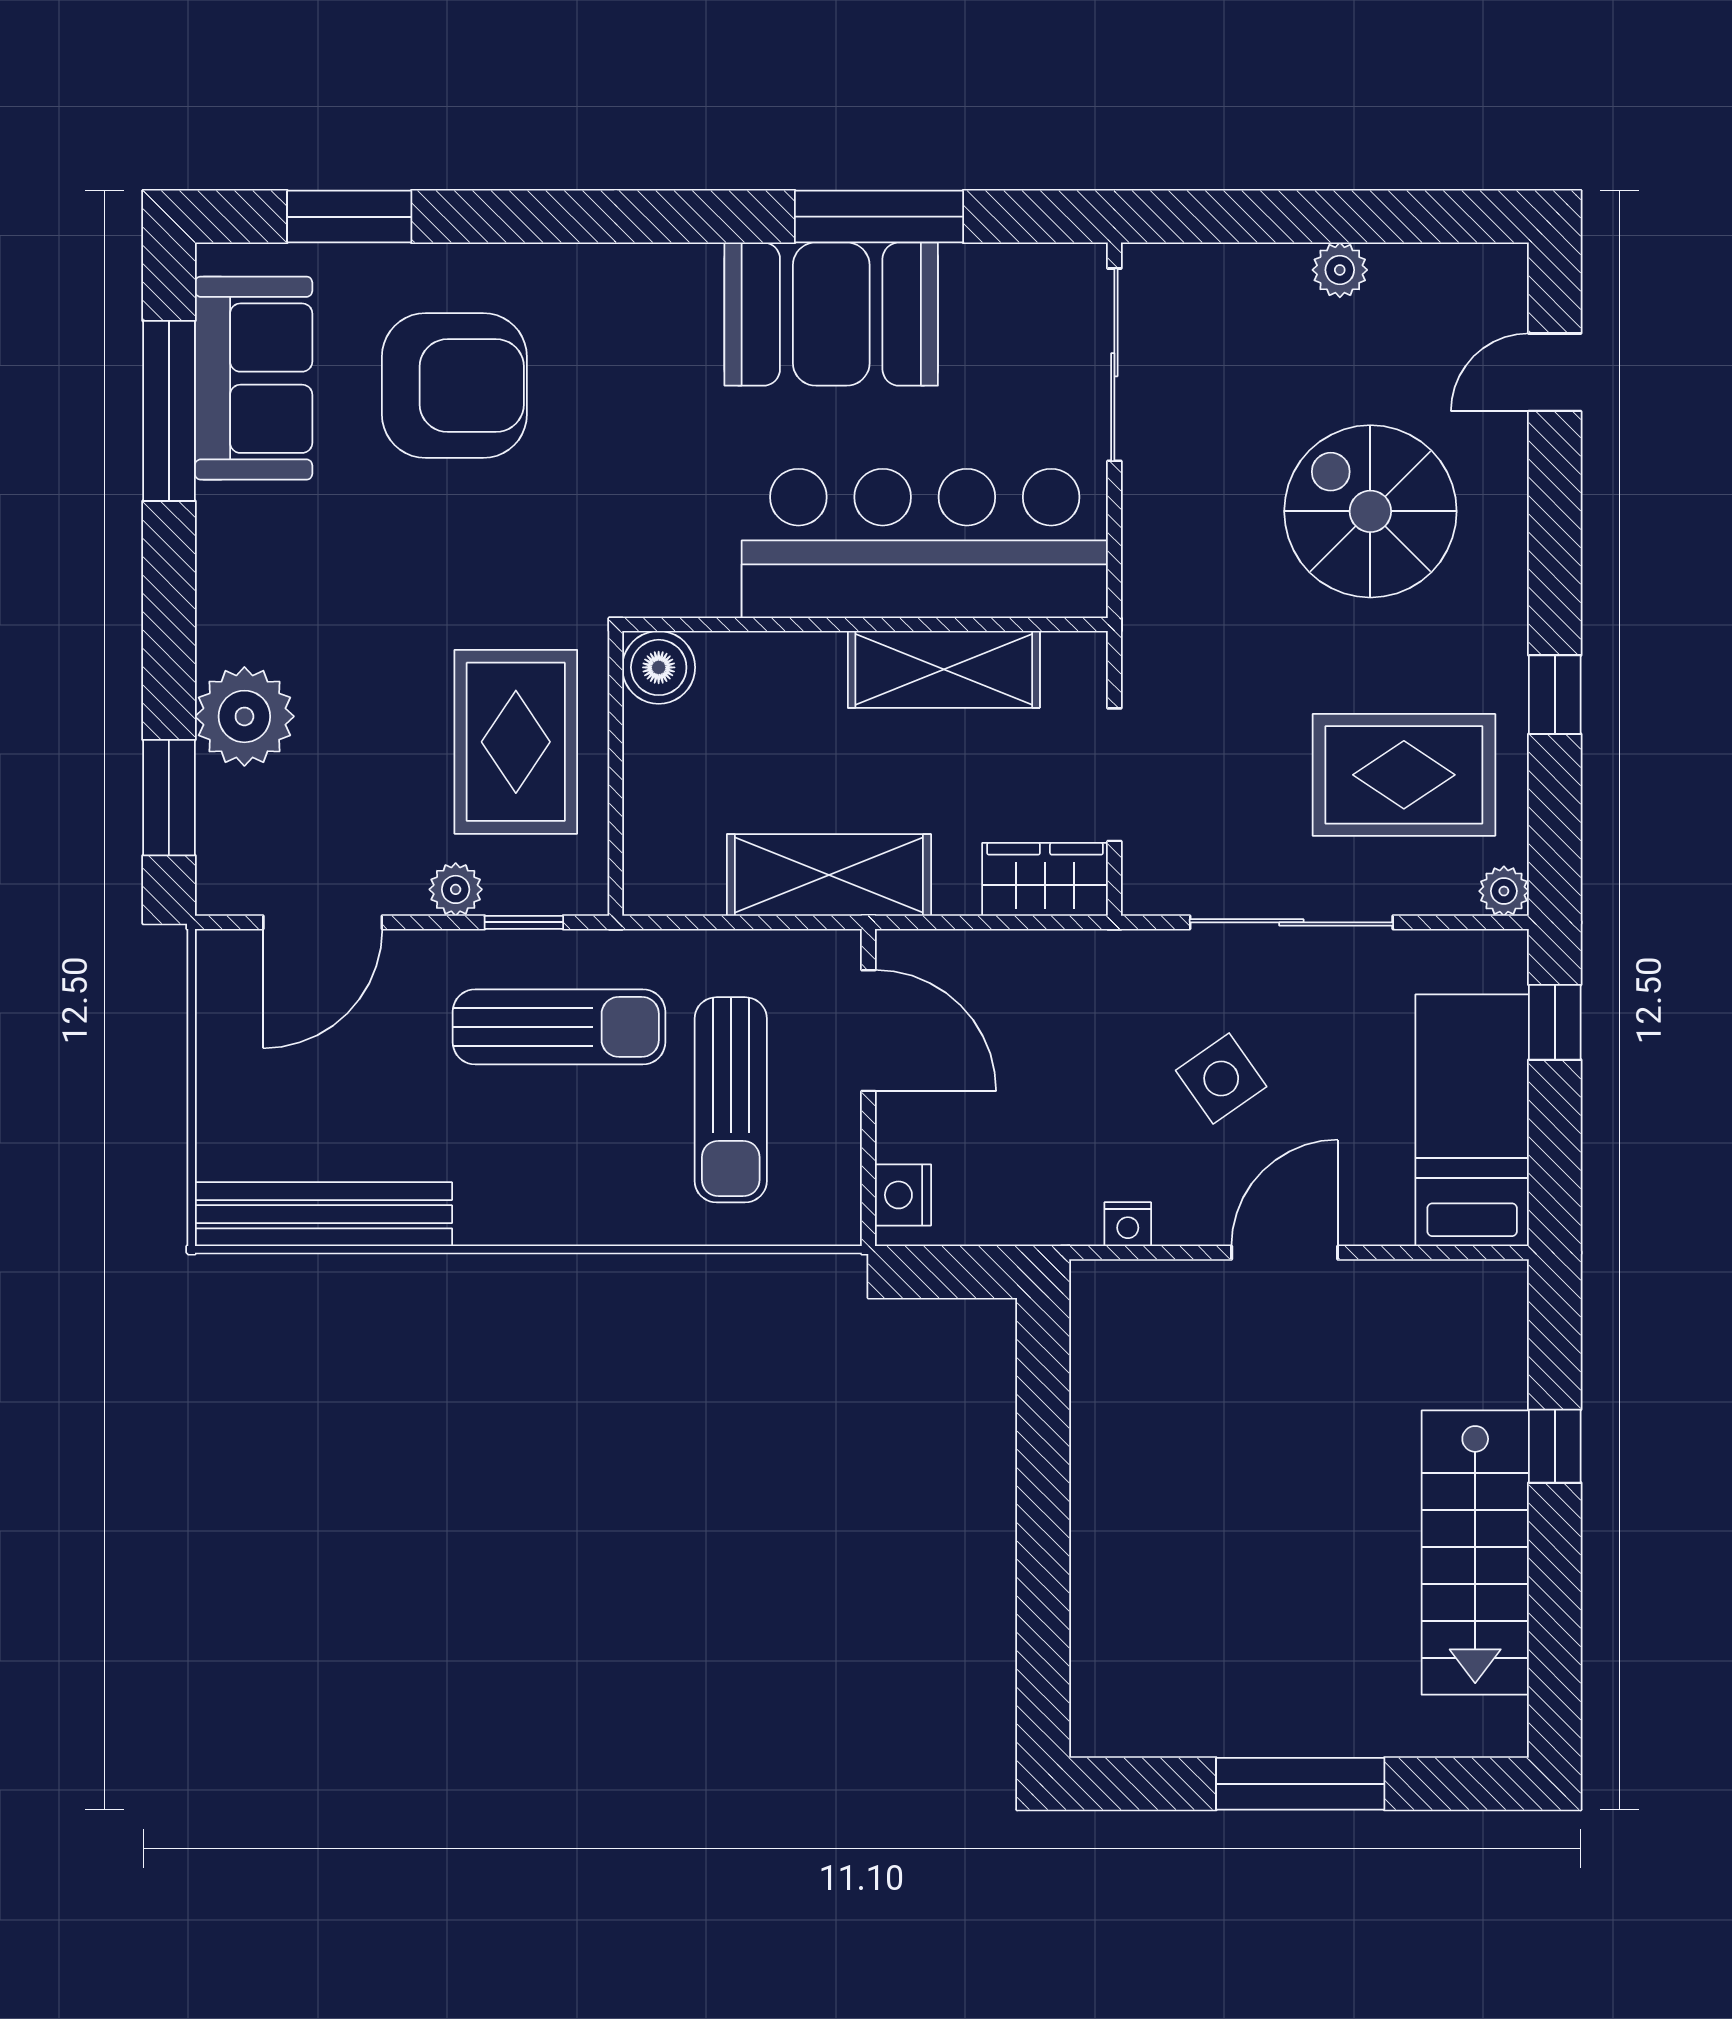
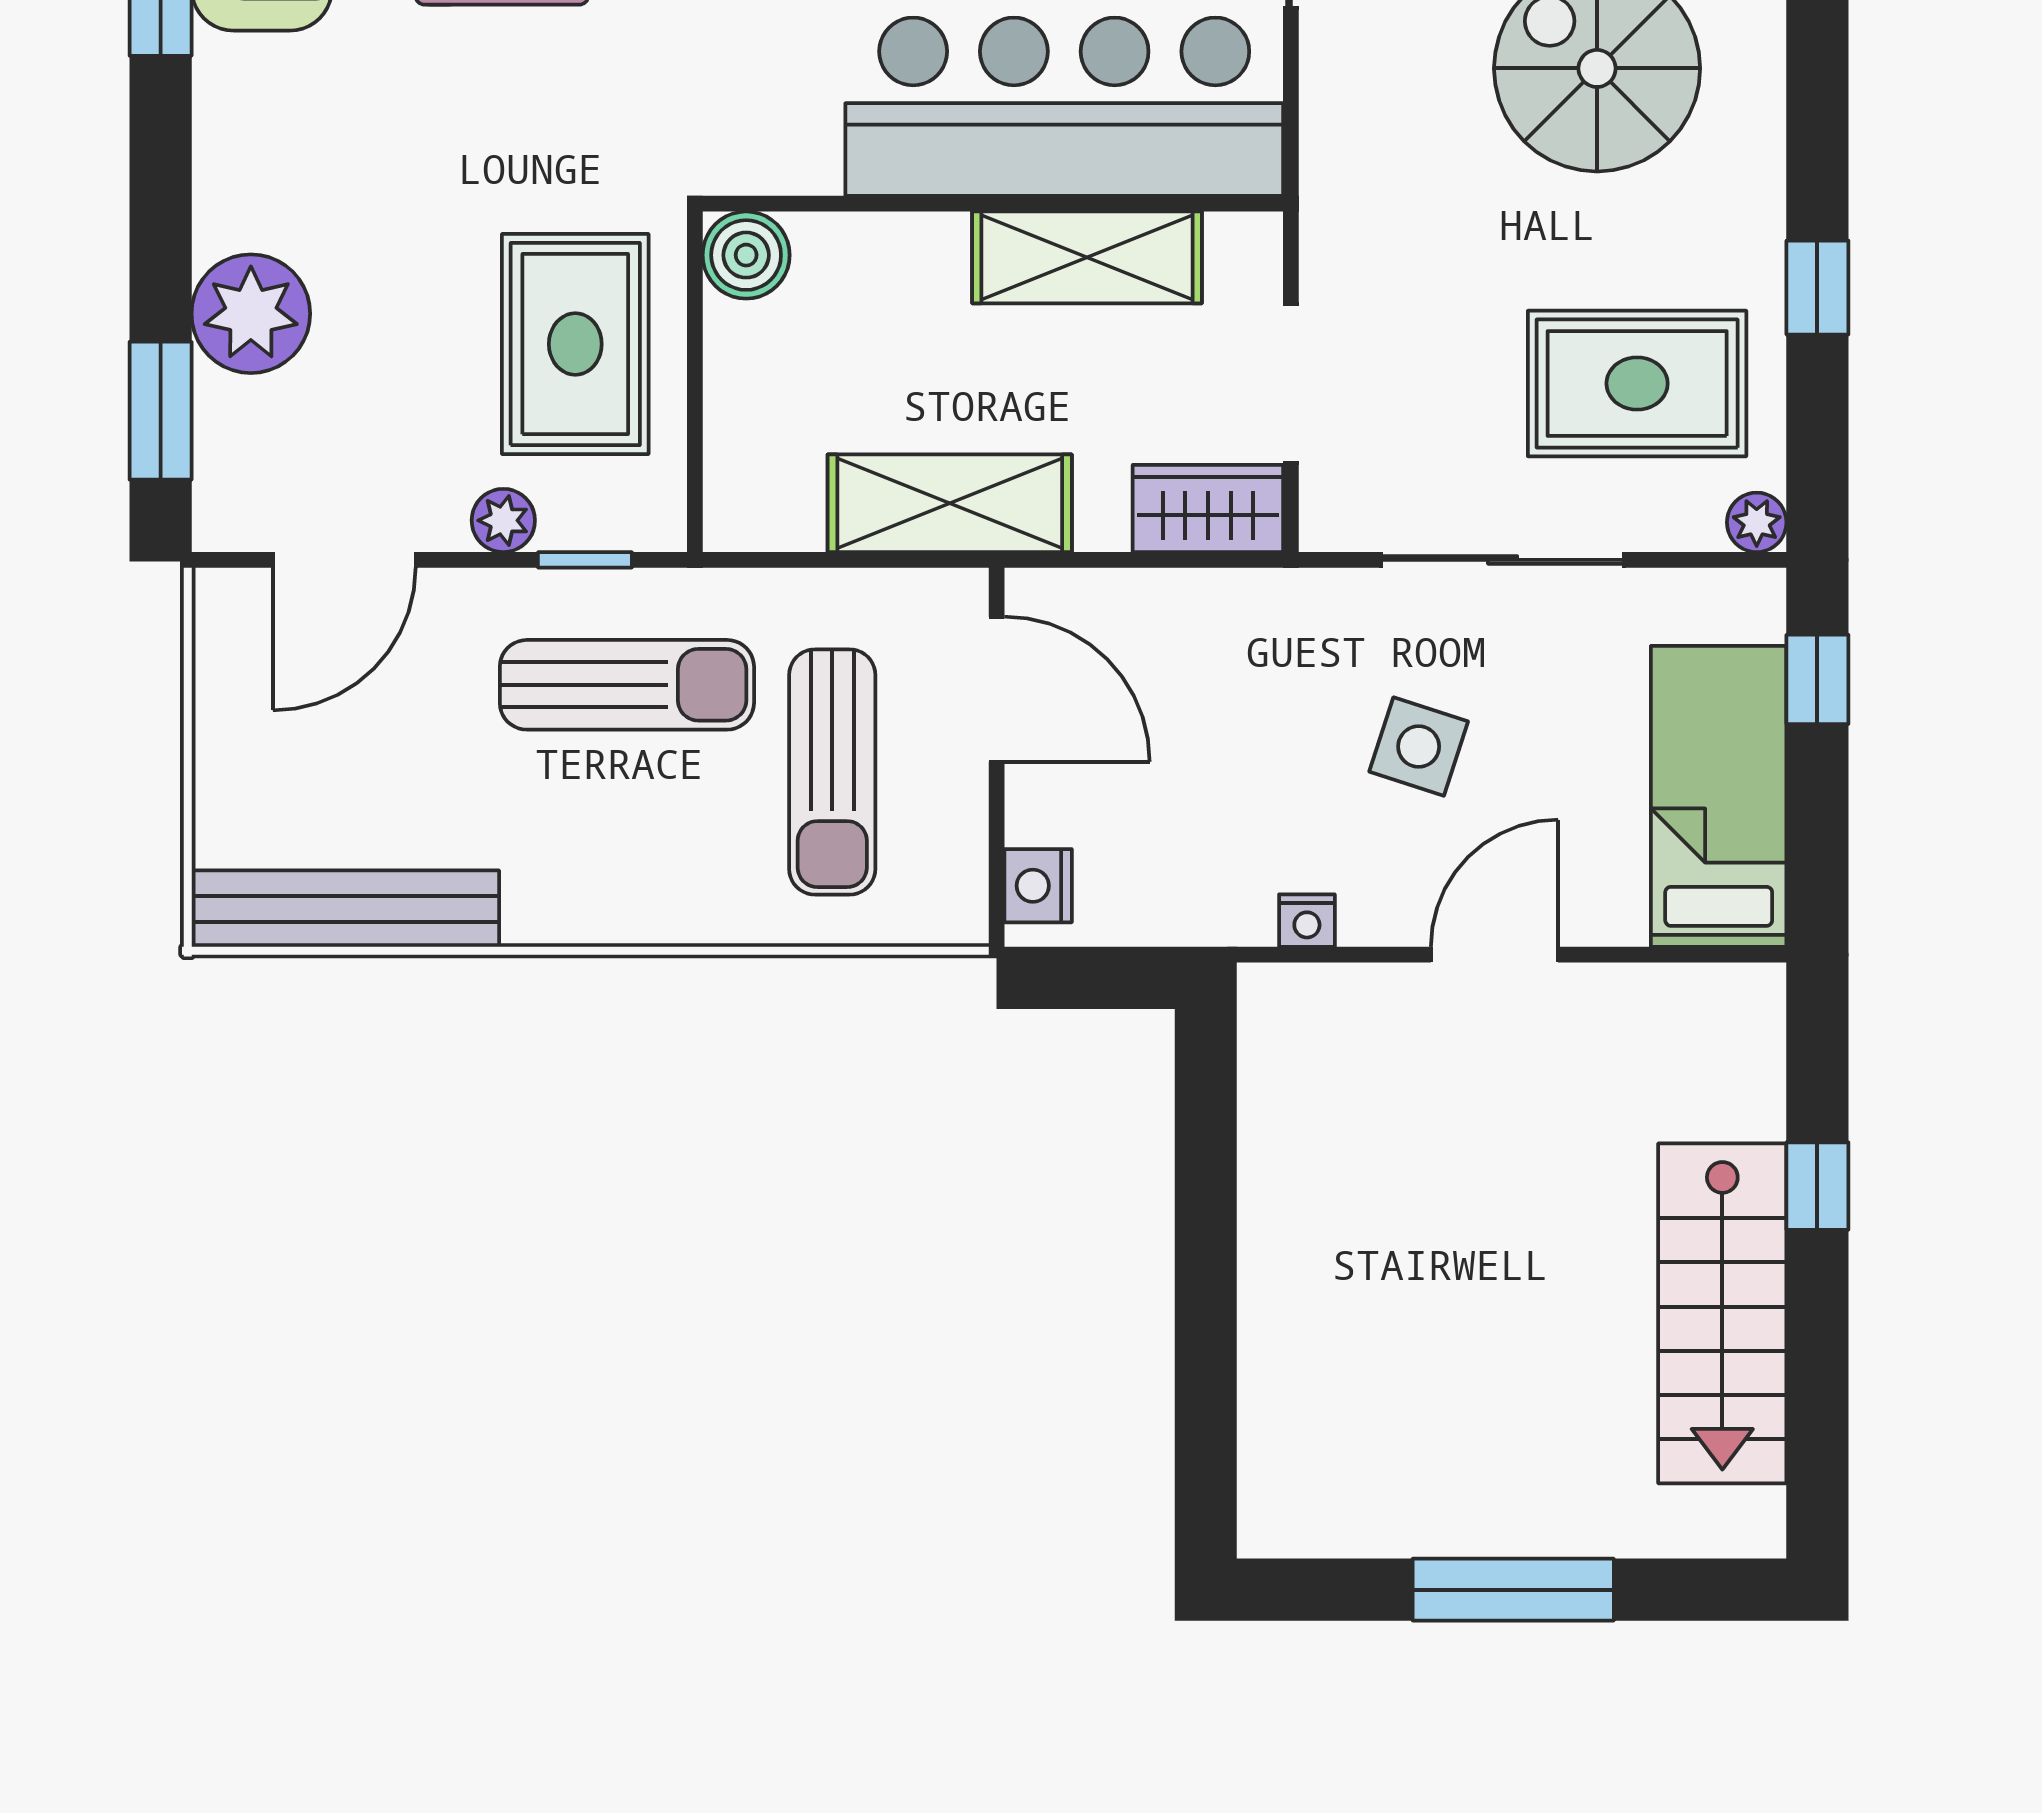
side table: (1221, 1079) -> (1419, 747), turned -37

